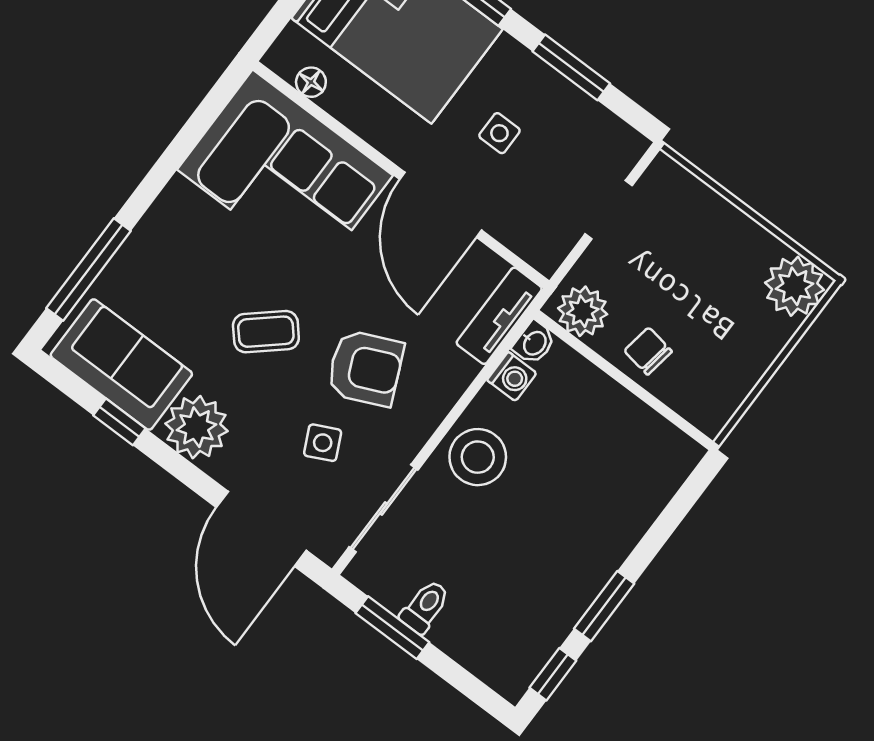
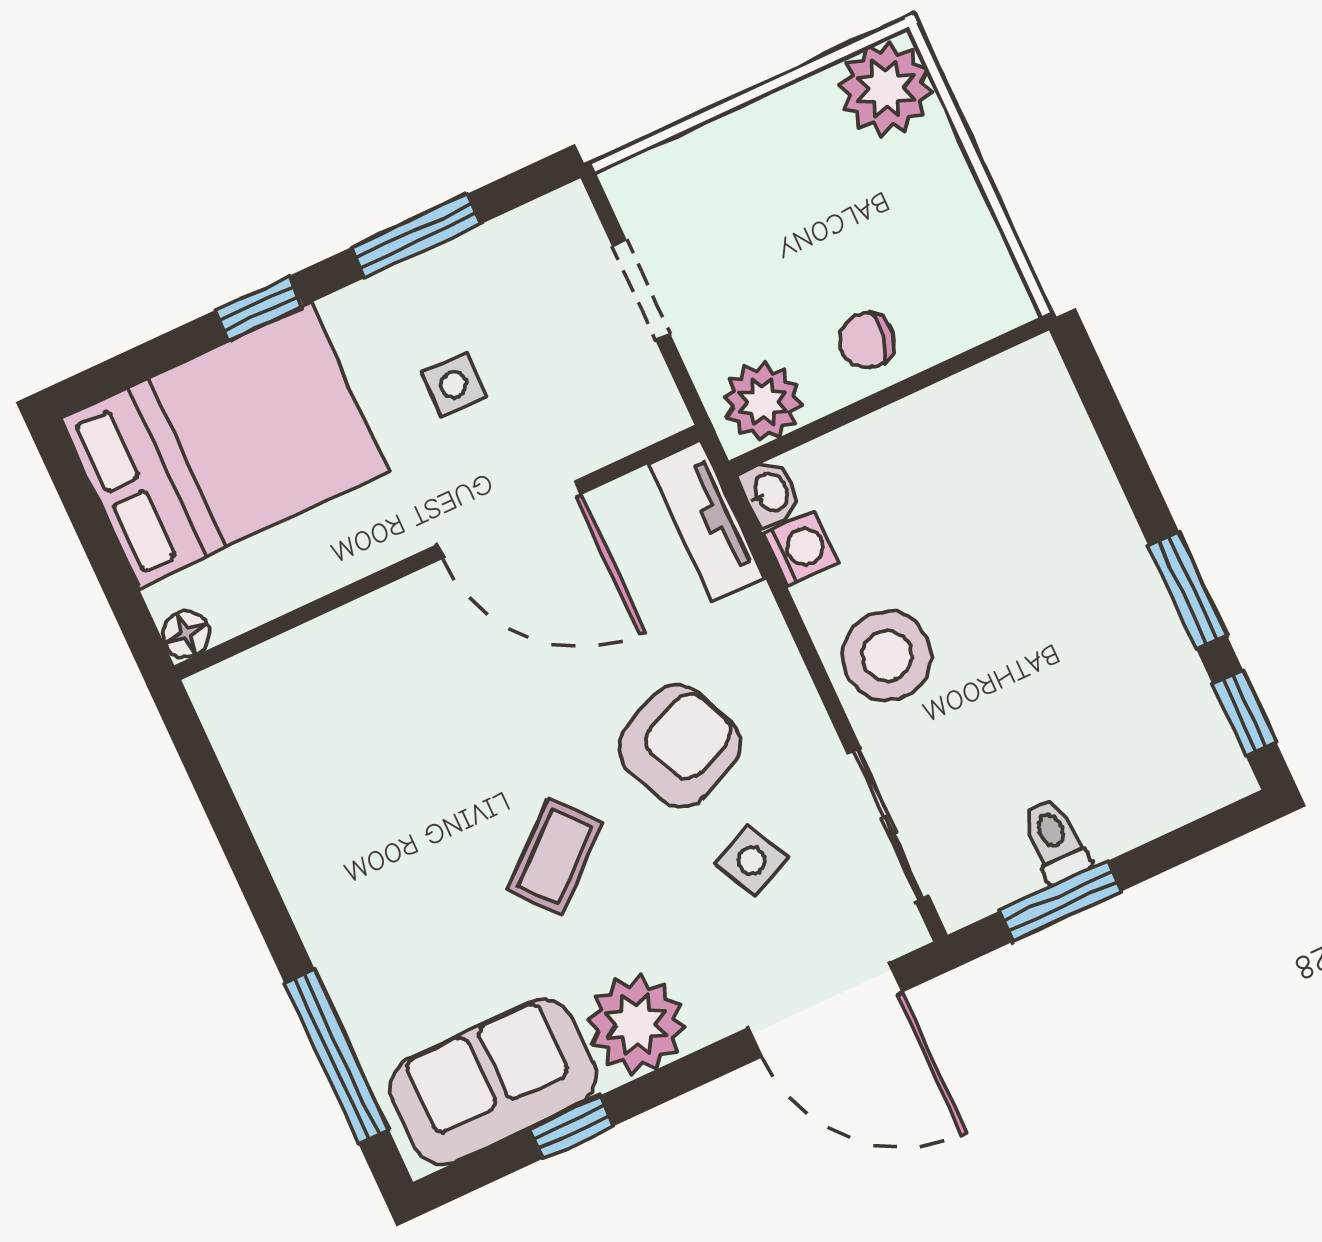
floor lamp: (311, 82) -> (186, 634), moved
corner sofa: (285, 172) -> (348, 712), removed

